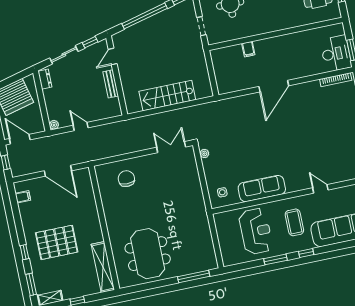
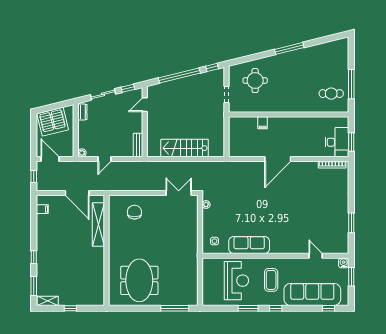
bench: (111, 84) -> (138, 145), moved
door: (81, 126) -> (105, 159), swing flipped
door: (320, 189) -> (316, 256), moved
pallet: (57, 242) -> (63, 254), removed
shelving: (103, 267) -> (98, 225), moved

